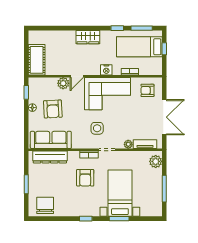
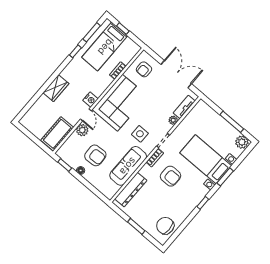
wardrobe: (88, 37) -> (56, 88), moved
cot: (37, 60) -> (57, 134), moved, turned 90
nightstand: (106, 70) -> (91, 100), moved
sofa: (51, 140) -> (128, 166), moved
plant: (156, 161) -> (242, 142), moved

